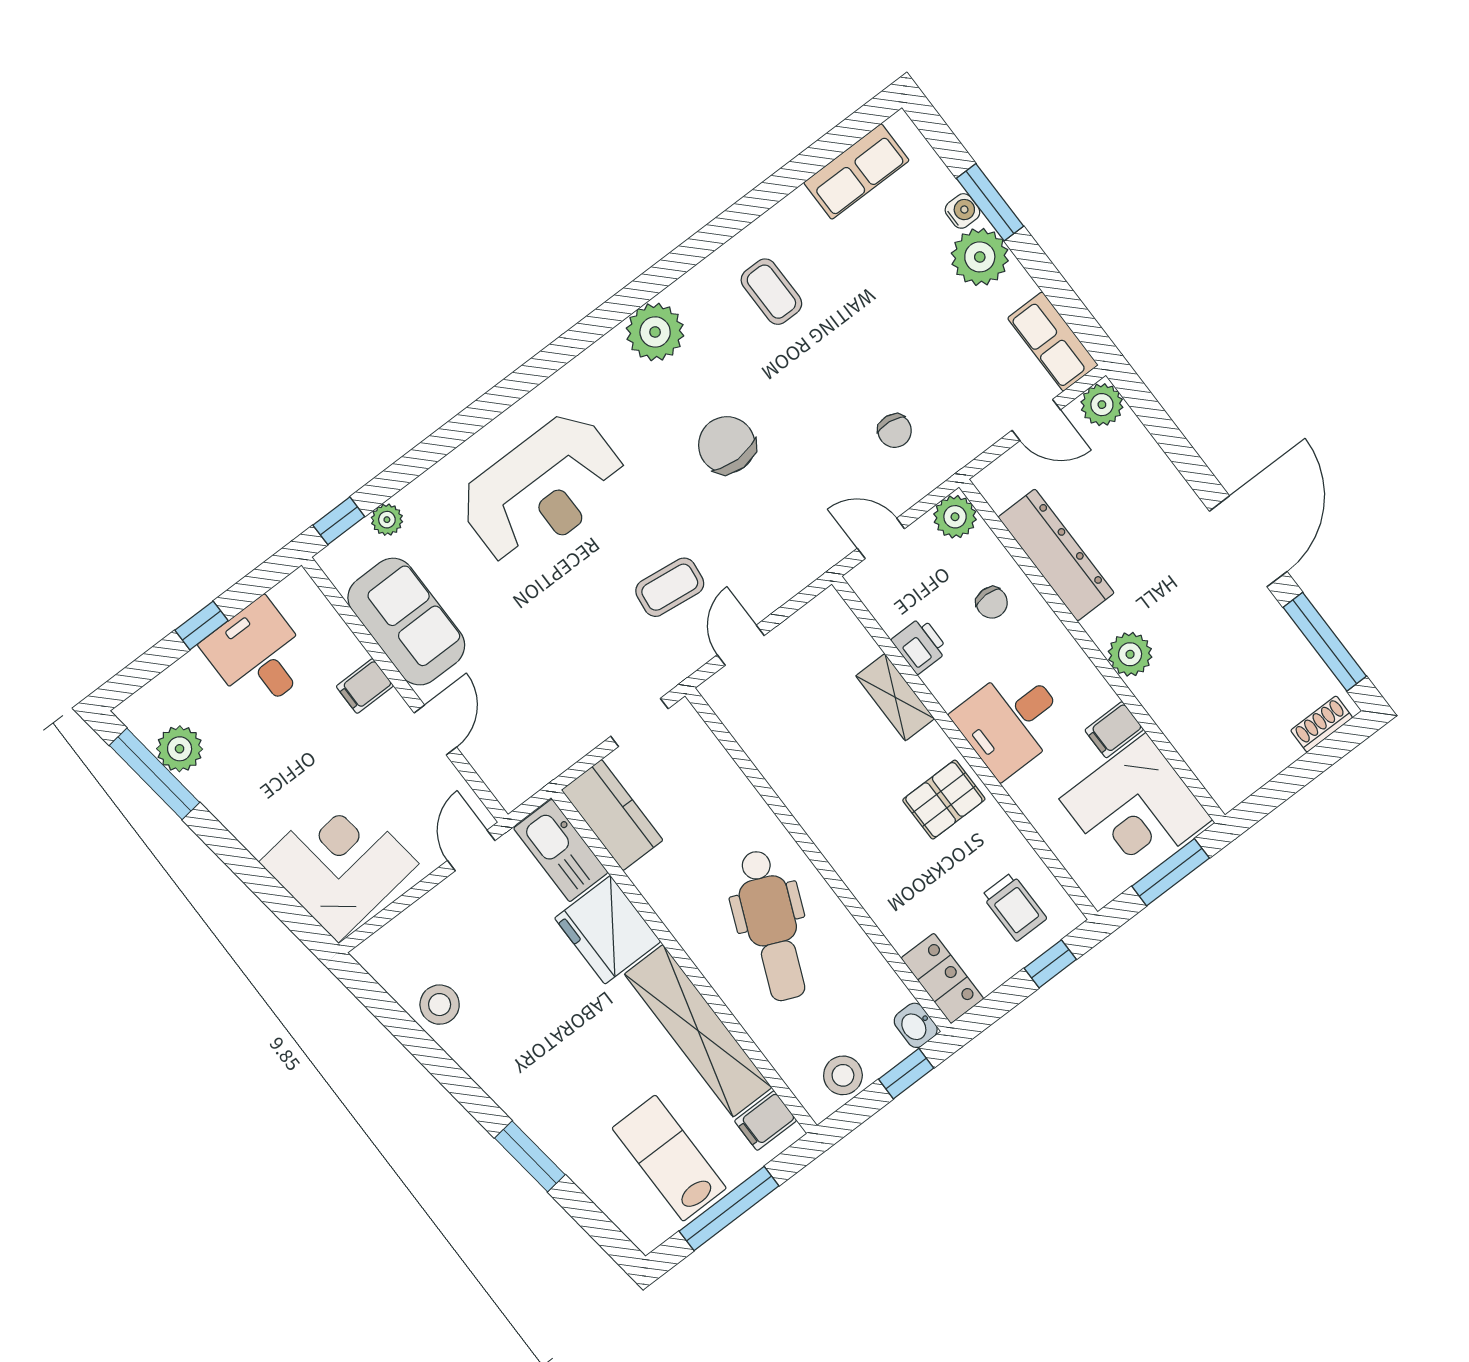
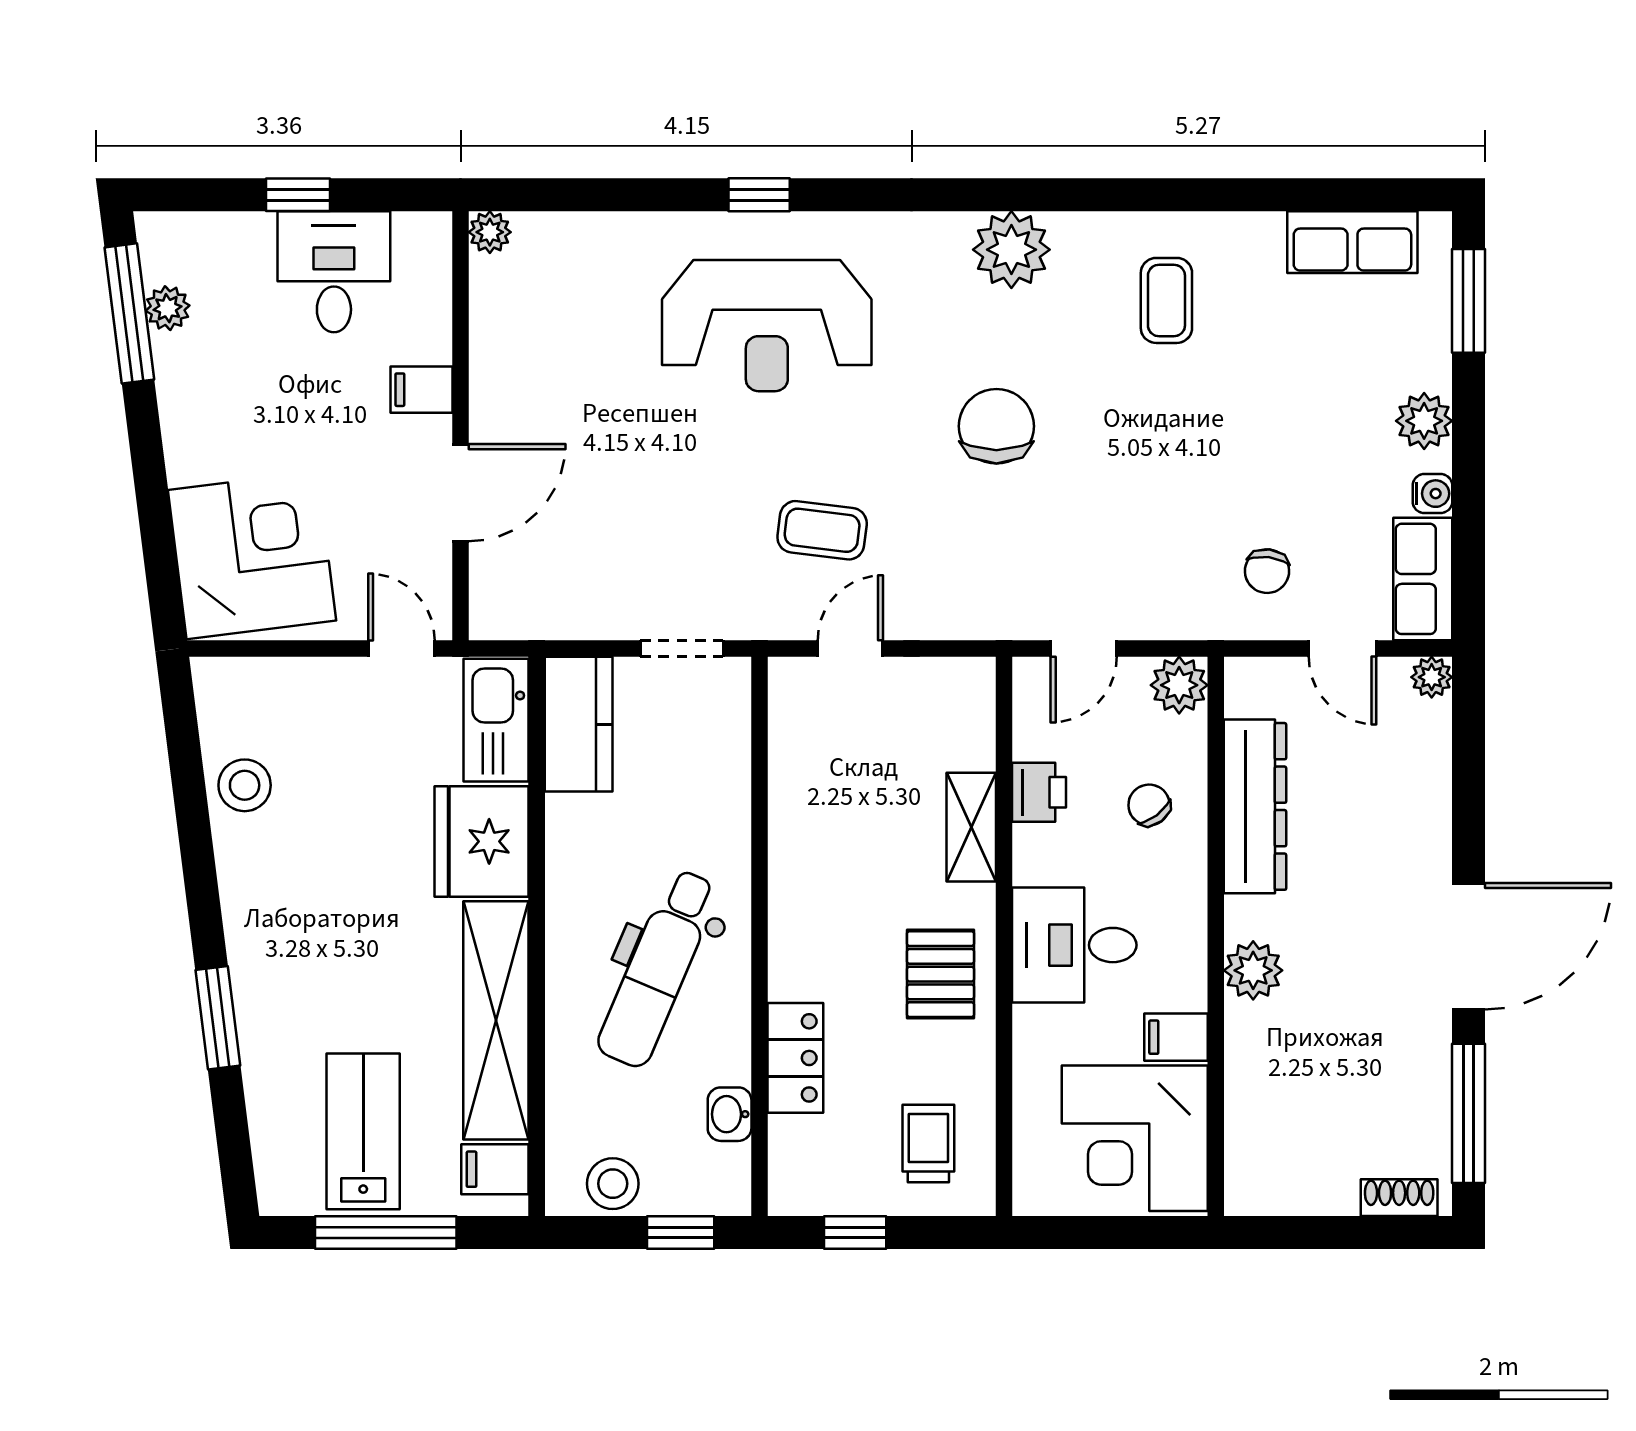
window: (990, 202) -> (1468, 301), moved
water cooler: (962, 211) -> (1432, 494), moved
plant: (980, 257) -> (1424, 421), width x0.73, depth x0.73
plant: (1102, 405) -> (1432, 677), width x0.73, depth x0.73
chair: (895, 431) -> (1267, 571), moved
plant: (387, 520) -> (490, 232), moved
window: (339, 521) -> (759, 195), moved
door: (881, 538) -> (1084, 648), swing flipped
chair: (992, 603) -> (1149, 805), turned 143
sofa: (406, 622) -> (517, 355), removed
door: (435, 730) -> (461, 493), width x1.38
plant: (180, 749) -> (168, 308), width x0.73, depth x0.73
pallet: (944, 800) -> (940, 974), turned 90
door: (471, 851) -> (402, 648), hinge flipped
window: (1171, 872) -> (1121, 1233), removed
trolley: (1014, 907) -> (928, 1144), turned 180
window: (1050, 964) -> (855, 1233), moved
locker: (942, 978) -> (795, 1058), moved
washbasin: (916, 1025) -> (730, 1114), moved

